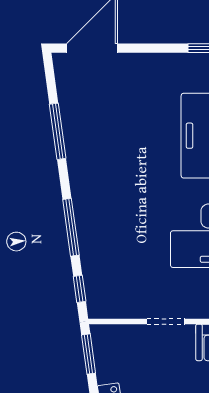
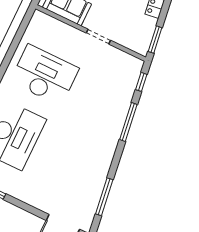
window: (58, 131) -> (104, 197), moved

